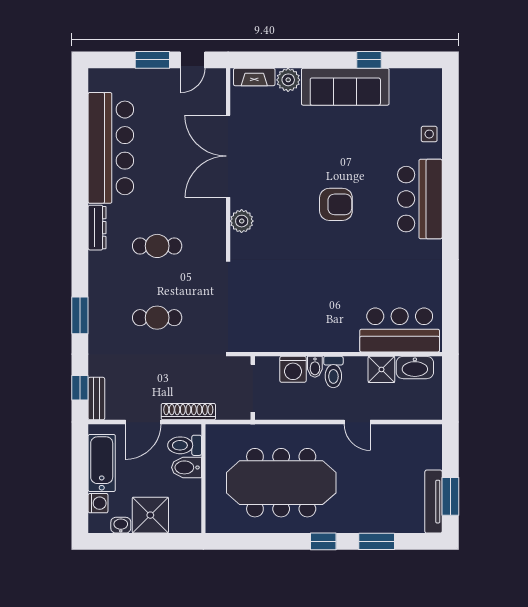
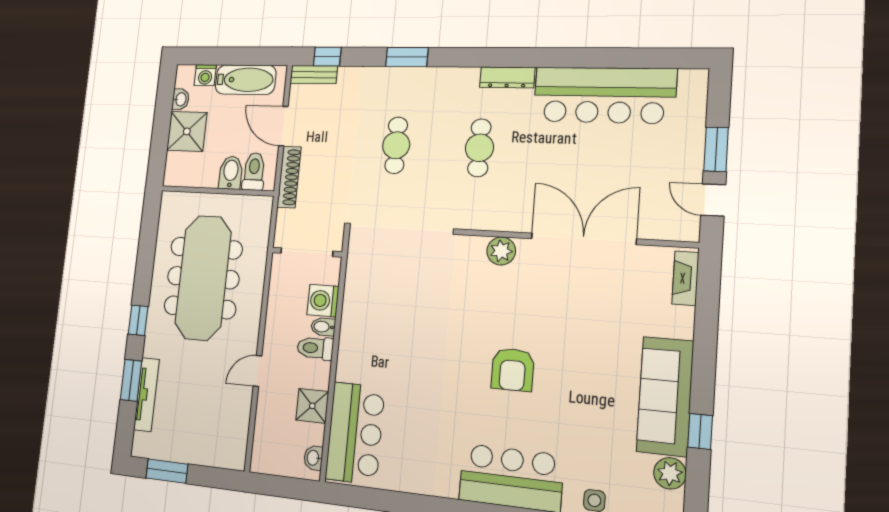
plant: (288, 80) -> (670, 473), moved
washbasin: (415, 368) -> (313, 458), width x0.52, depth x0.69
tv unit: (434, 502) -> (146, 395), moved, turned 90

